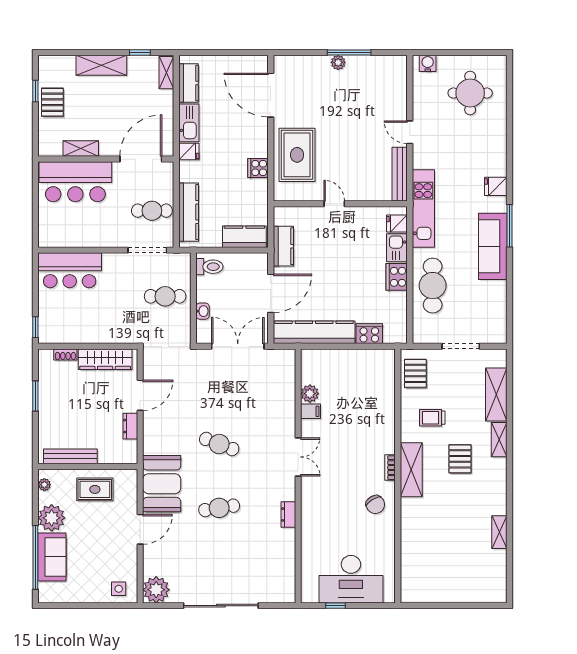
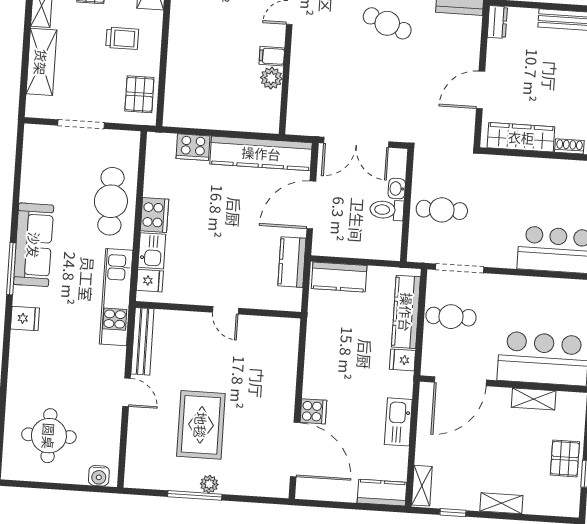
shelving: (101, 65) -> (501, 503), width x0.67, depth x0.75
kitchen counter: (189, 83) -> (382, 493), moved, turned 90
fridge: (189, 152) -> (402, 360), moved
rug: (297, 155) -> (201, 425), moved
cooker: (258, 168) -> (313, 411), moved
toilet: (209, 267) -> (387, 210), moved
dresser: (130, 426) -> (497, 22), moved

